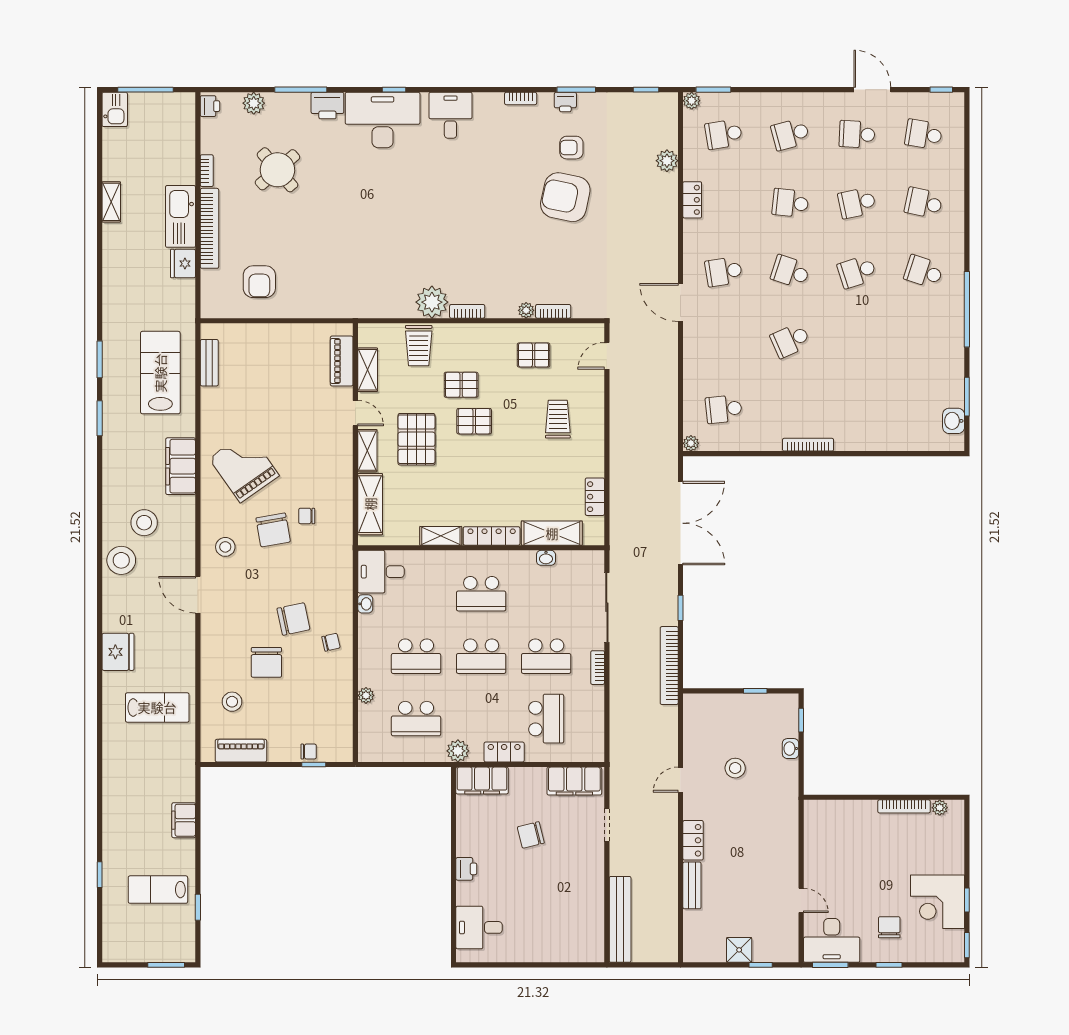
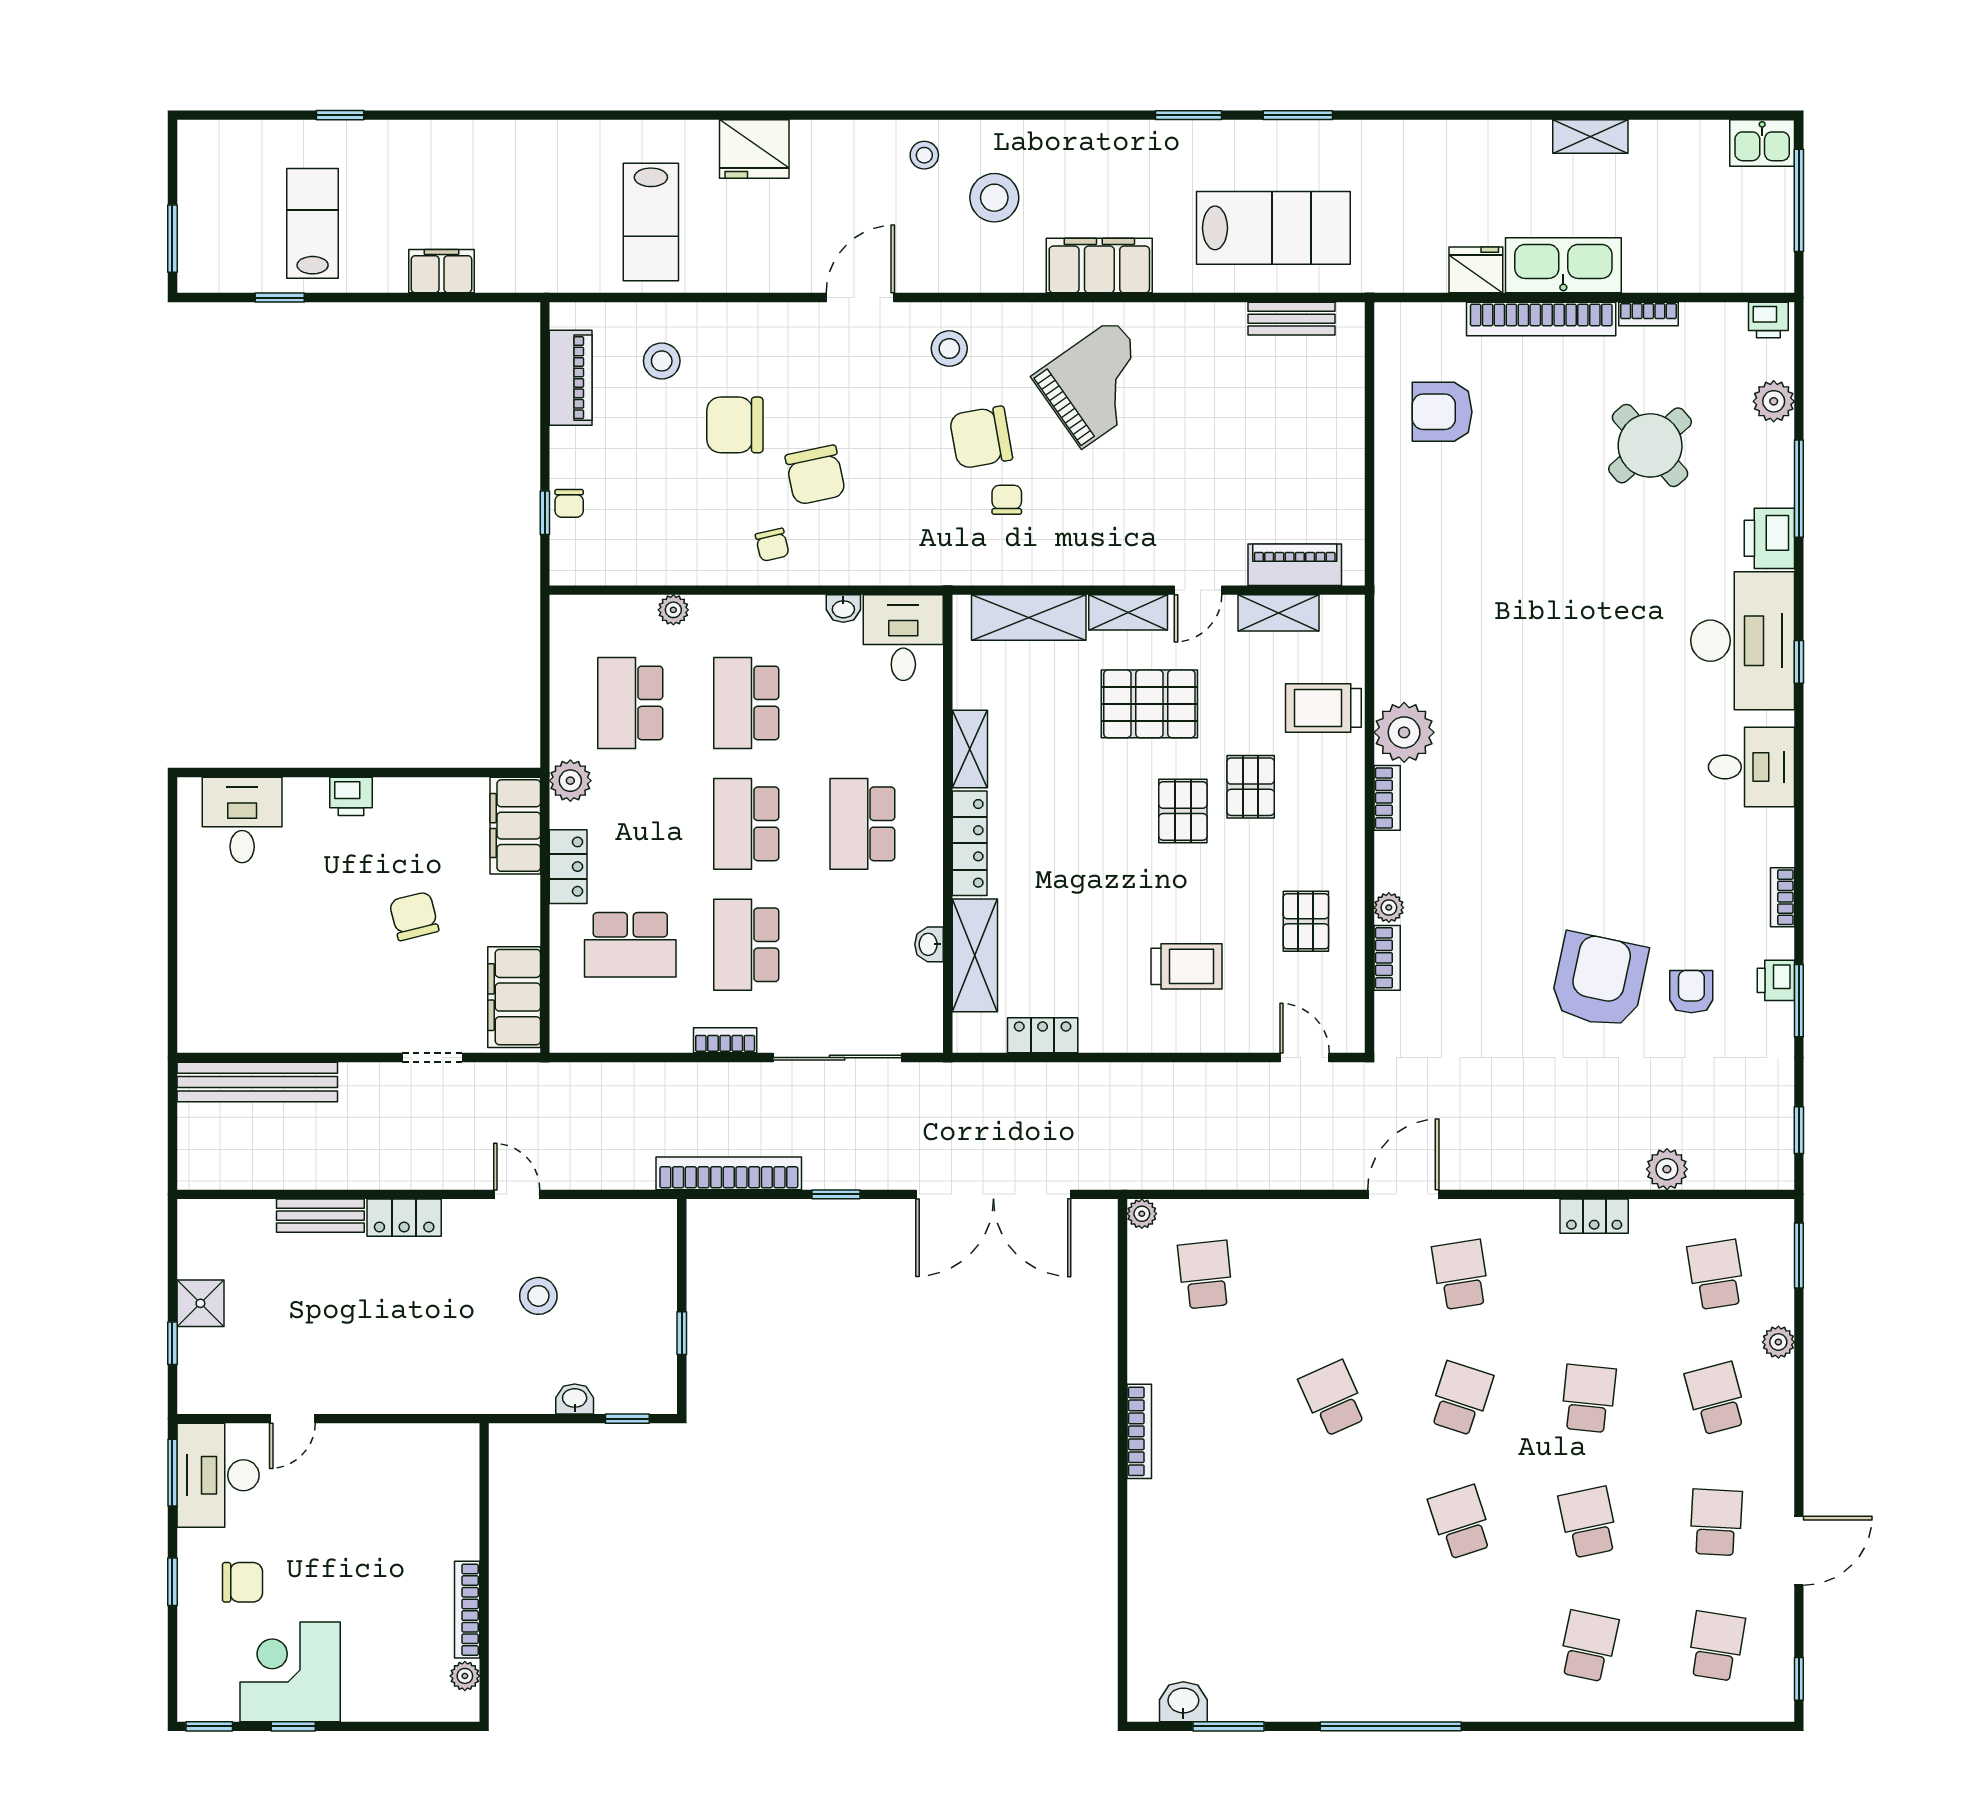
plant: (692, 101) -> (1778, 1342), moved
school desk: (924, 272) -> (1461, 1646), removed
stool: (121, 560) -> (924, 155), width x0.53, depth x0.53

